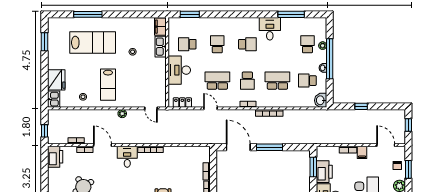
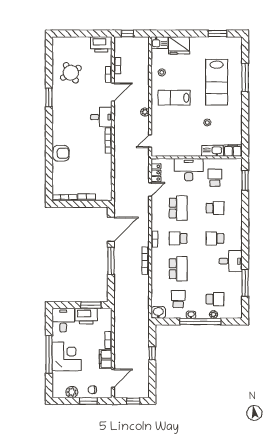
school desk: (247, 44) -> (215, 238), turned 90
door: (210, 108) -> (150, 189), moved
filing cabinet: (362, 152) -> (106, 359), width x2.00

